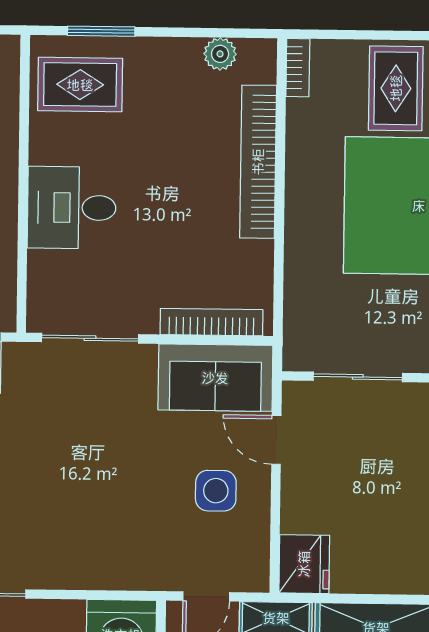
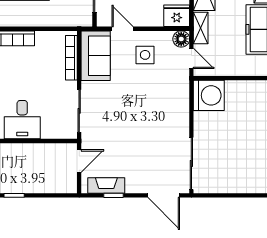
door: (276, 440) -> (123, 29), swing flipped
floor lamp: (251, 574) -> (181, 39), added

